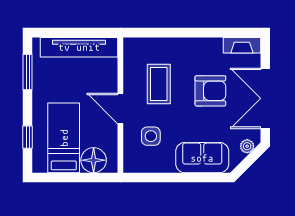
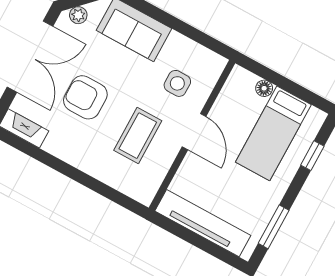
floor lamp: (94, 160) -> (264, 88), width x0.53, depth x0.53

